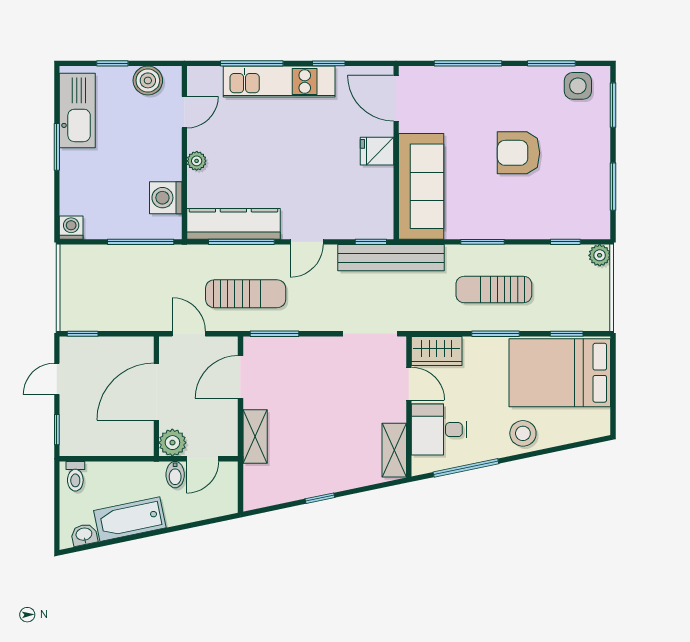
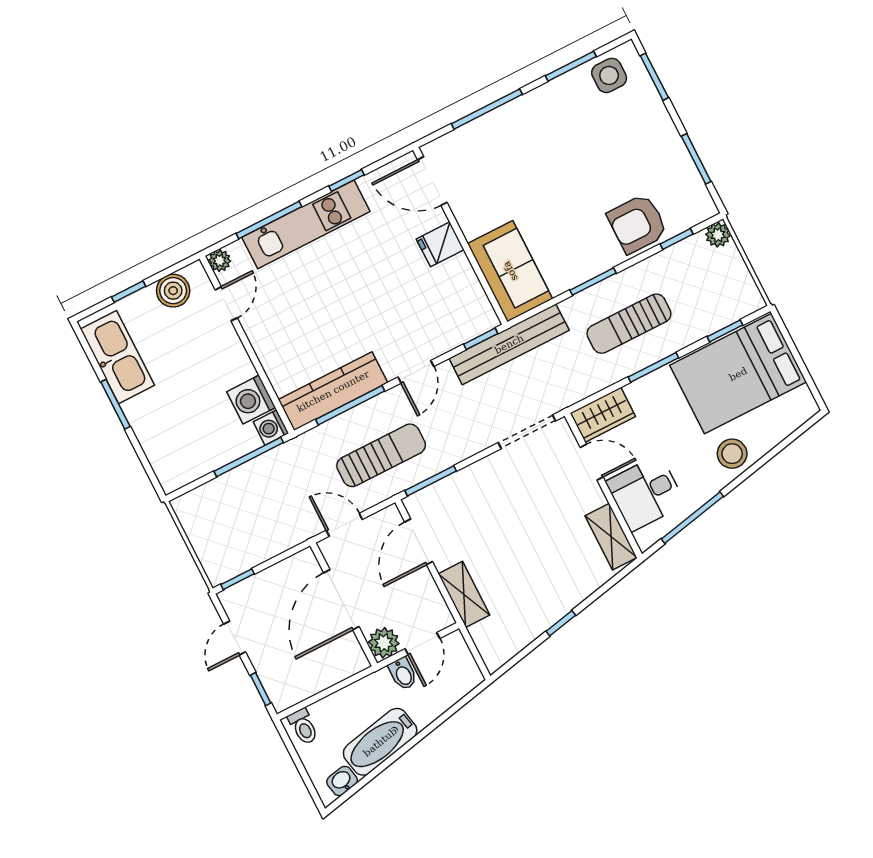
armchair: (518, 153) -> (637, 224), moved
plant: (197, 161) -> (220, 261), moved
sofa: (421, 186) -> (510, 271), width x0.73
washing machine: (71, 228) -> (271, 427), moved, turned -90

